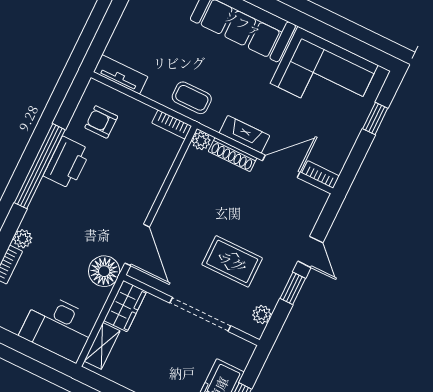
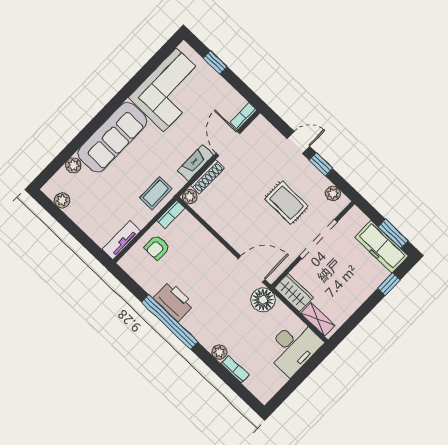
armchair: (101, 122) -> (157, 247), moved
rug: (232, 261) -> (287, 203), turned 90

